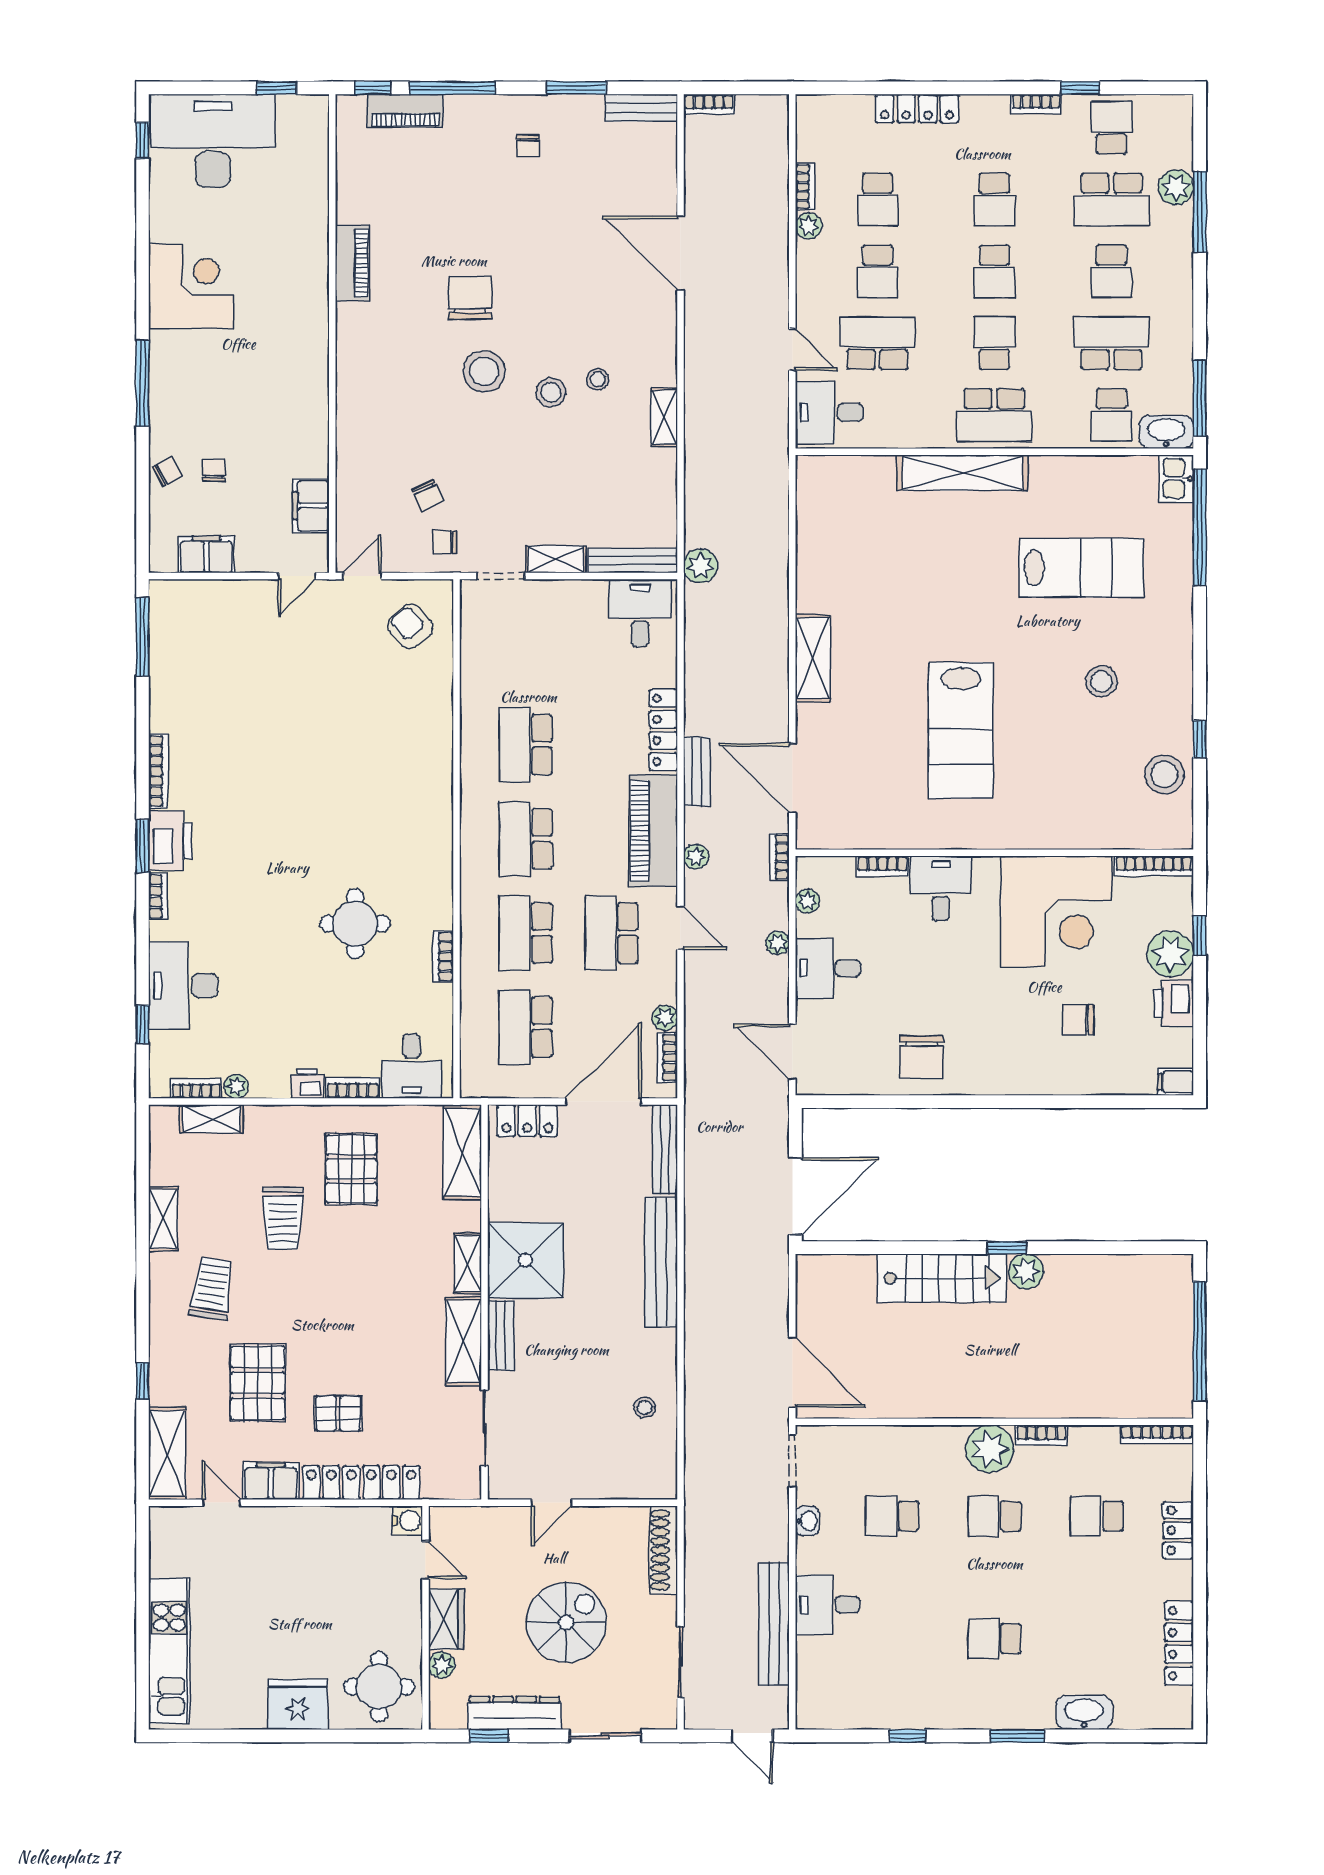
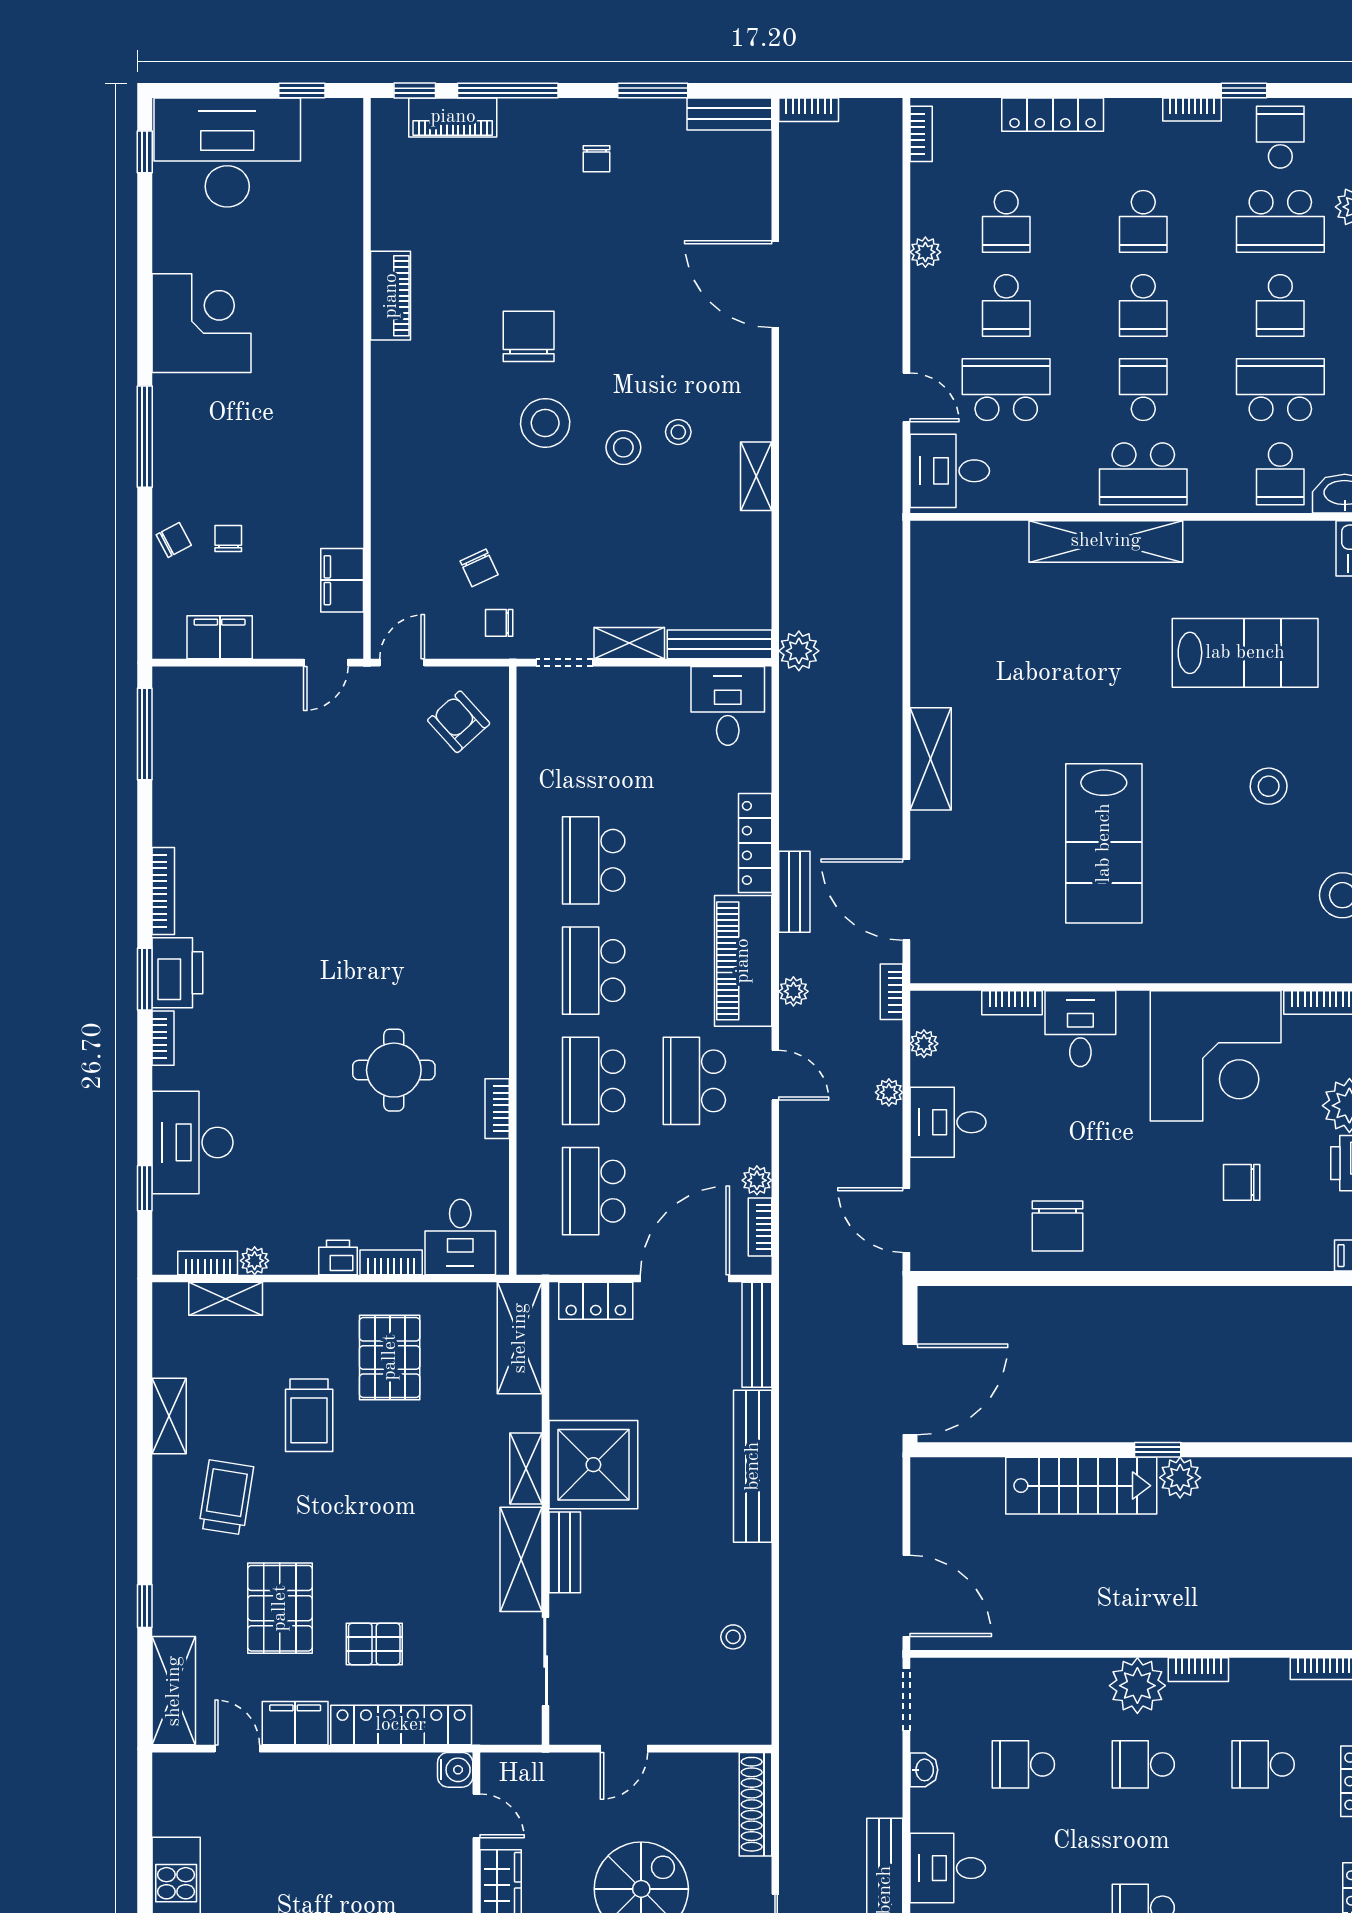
bookcase: (805, 187) -> (921, 134), moved

